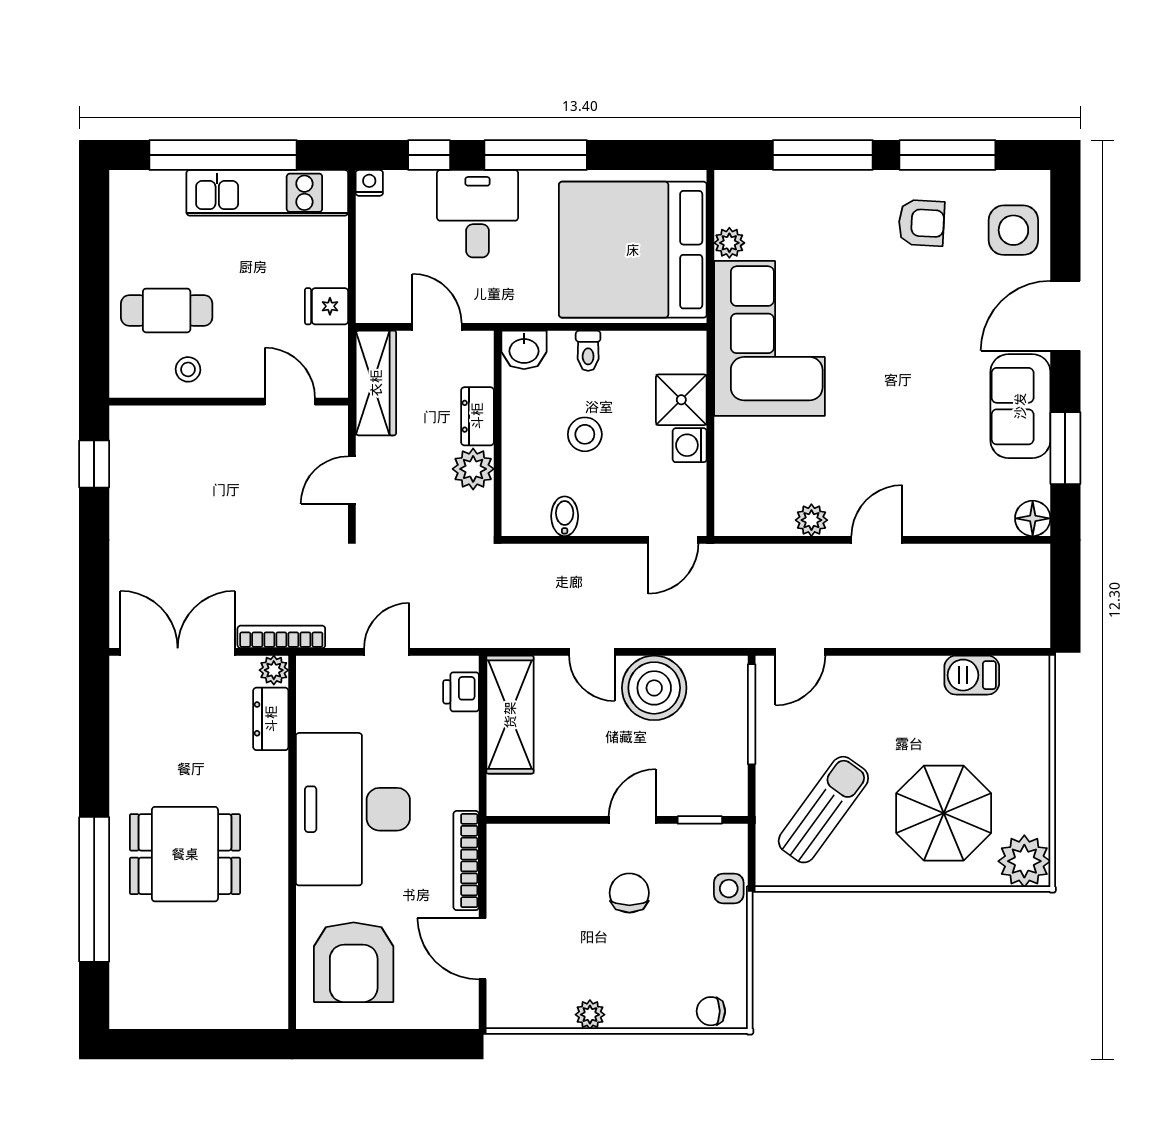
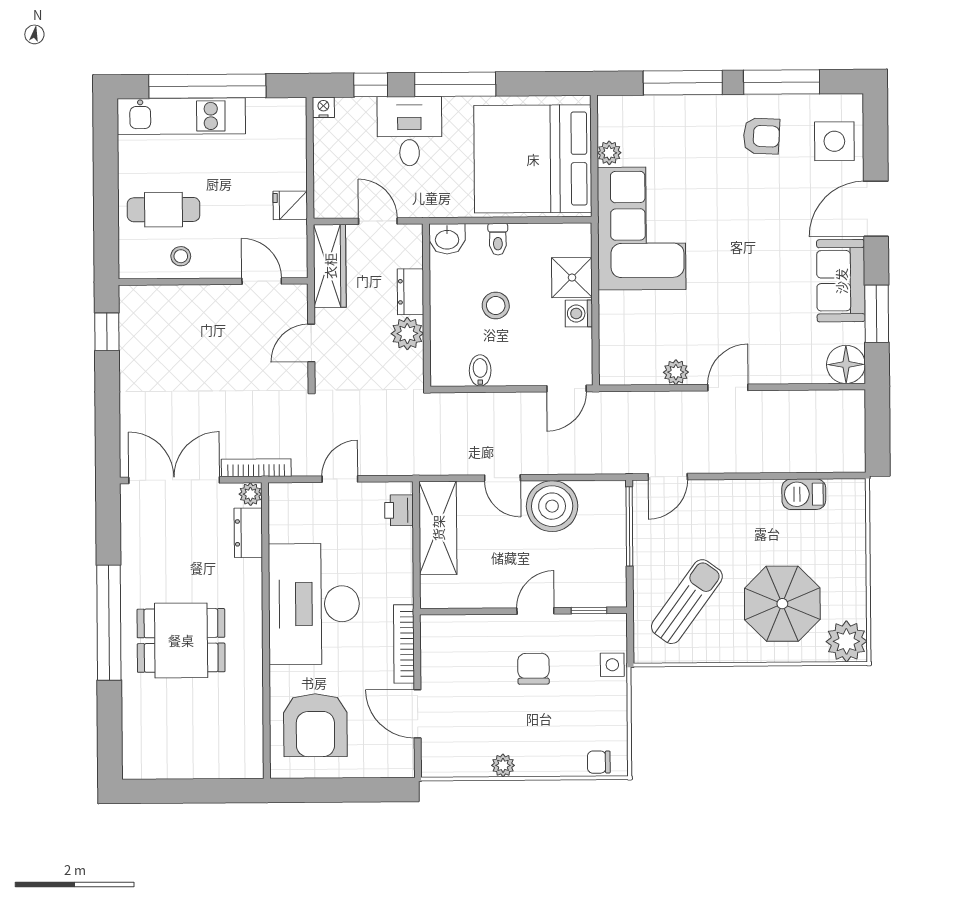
kitchen unit: (267, 193) -> (181, 116), moved
floor lamp: (1033, 518) -> (846, 364), width x1.38, depth x1.38
window: (94, 889) -> (109, 623), moved

